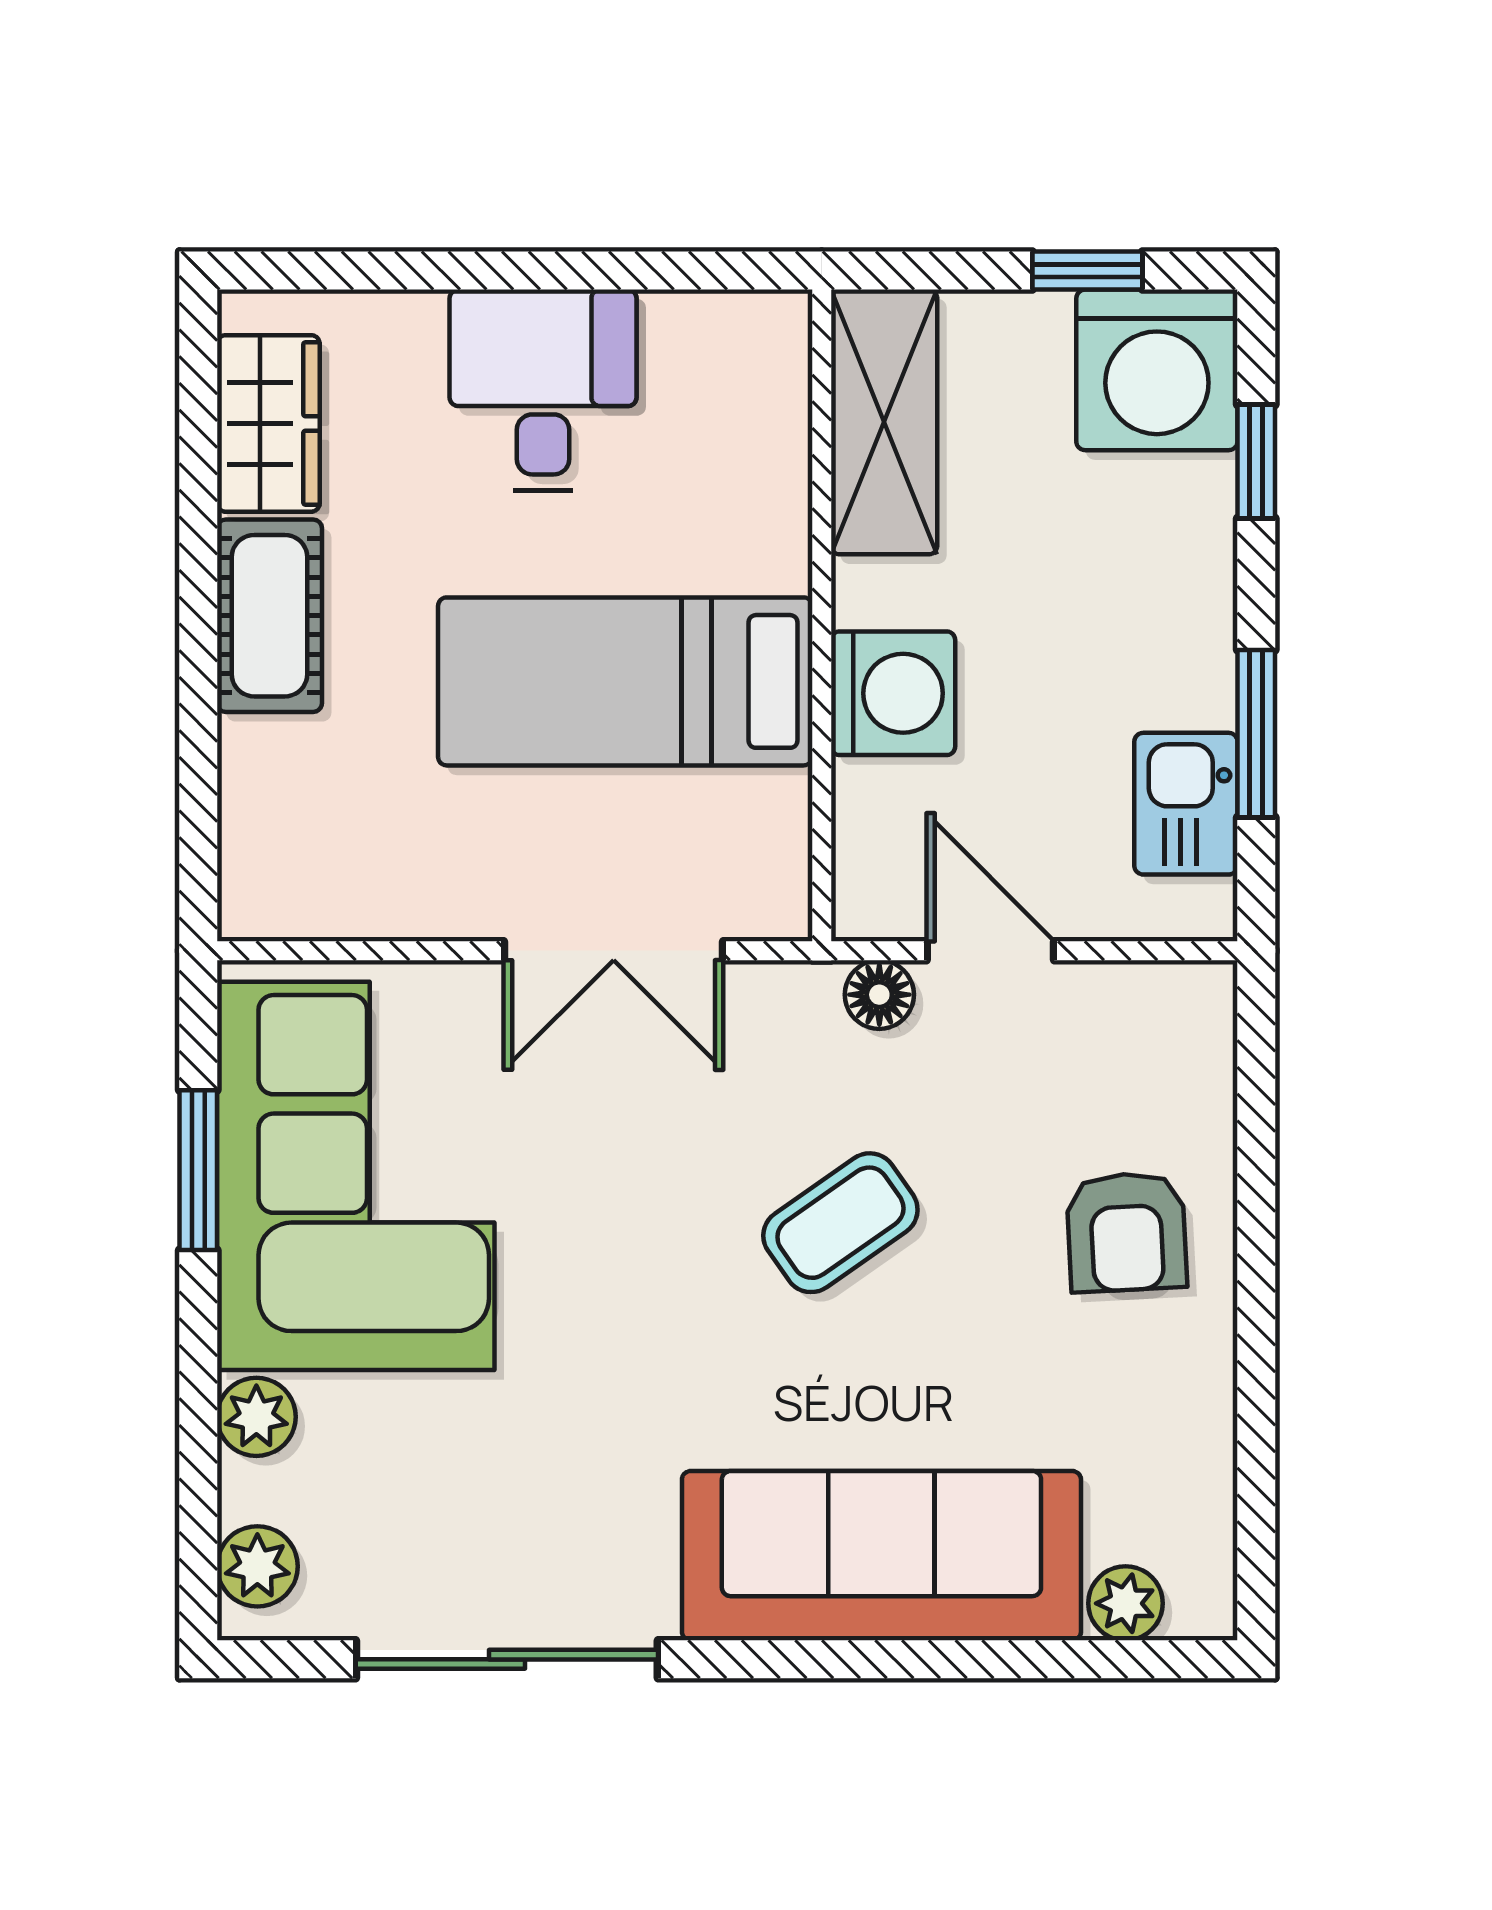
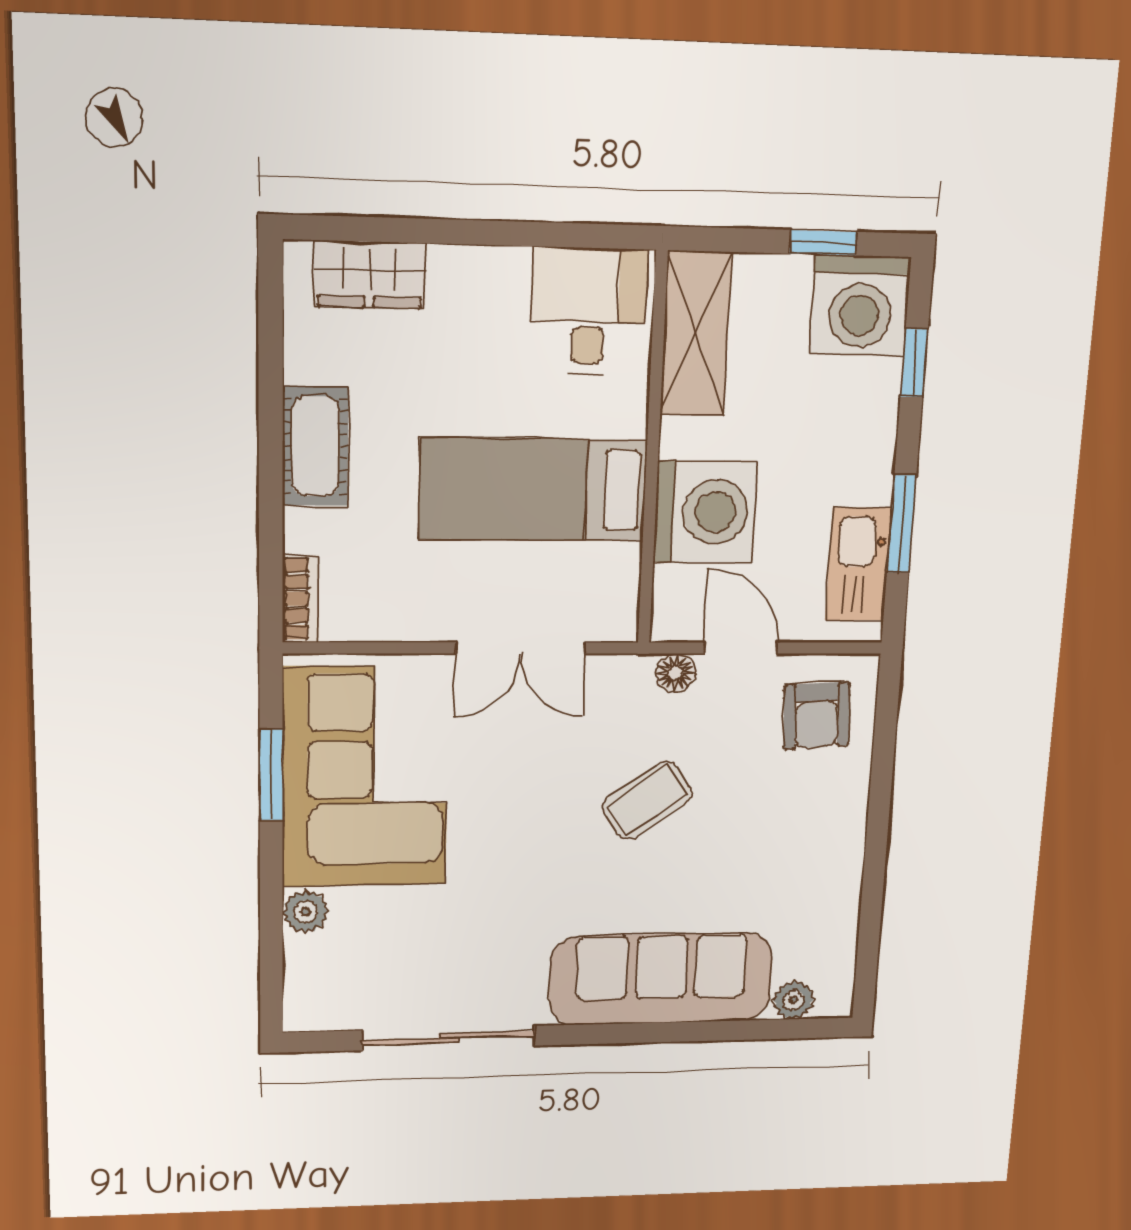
desk: (543, 390) -> (588, 311), moved
wardrobe: (268, 423) -> (370, 275), moved, turned 90
washing machine: (893, 693) -> (705, 512), width x1.37, depth x1.37
kitchen sink: (1186, 804) -> (858, 564), width x1.38
bookcase: (247, 868) -> (301, 599), added
armchair: (1127, 1232) -> (816, 716), moved
plant: (257, 1566) -> (306, 993), removed

